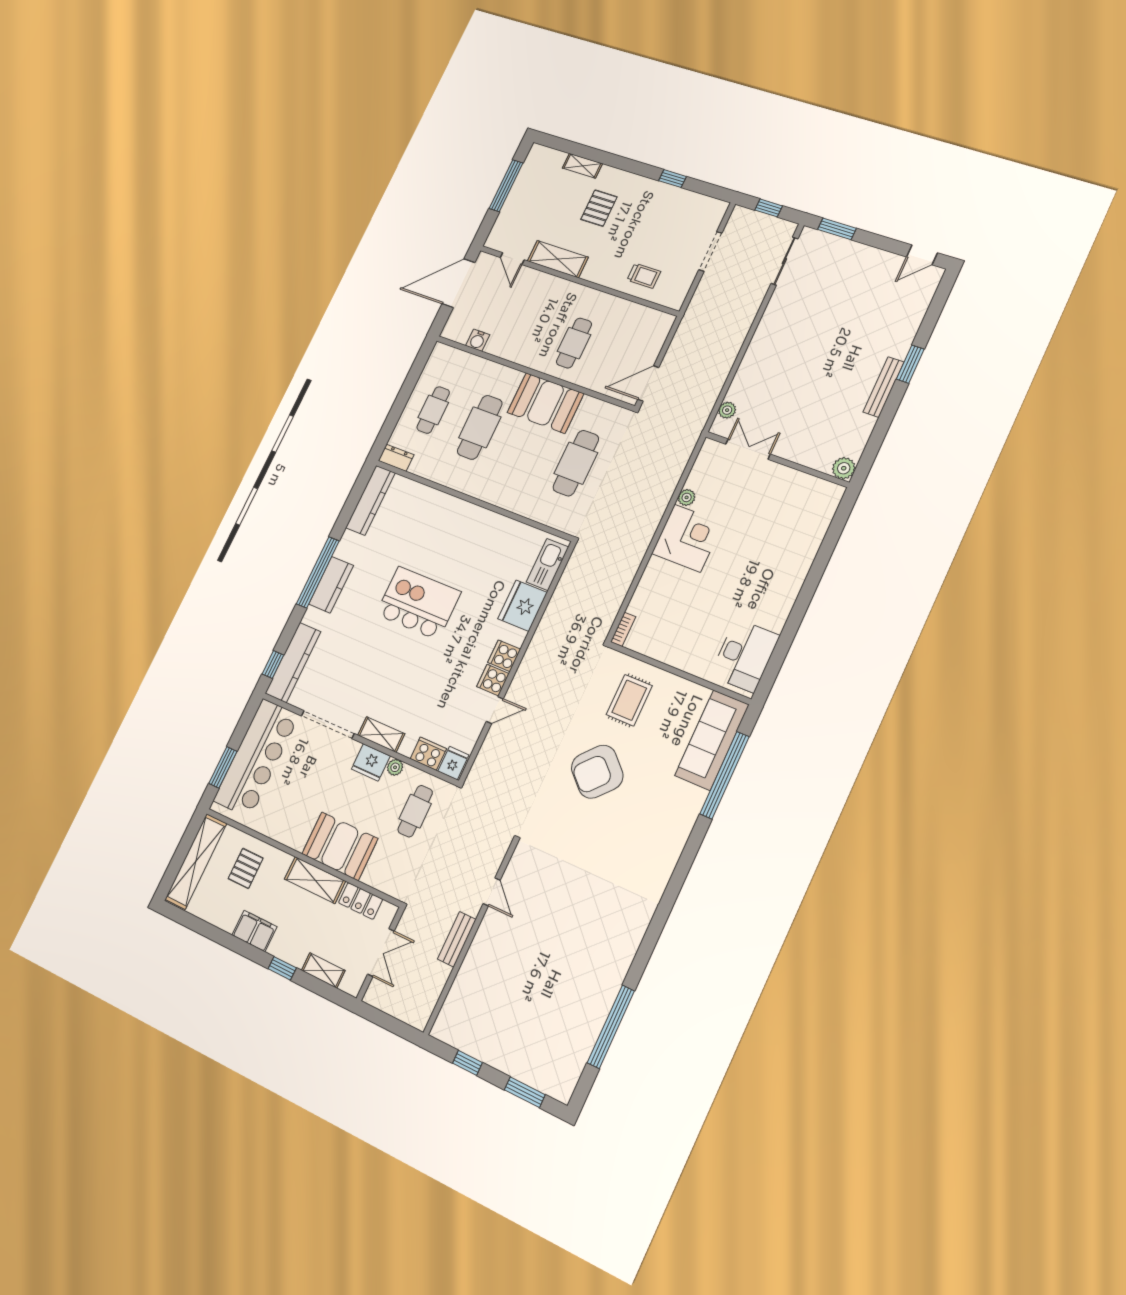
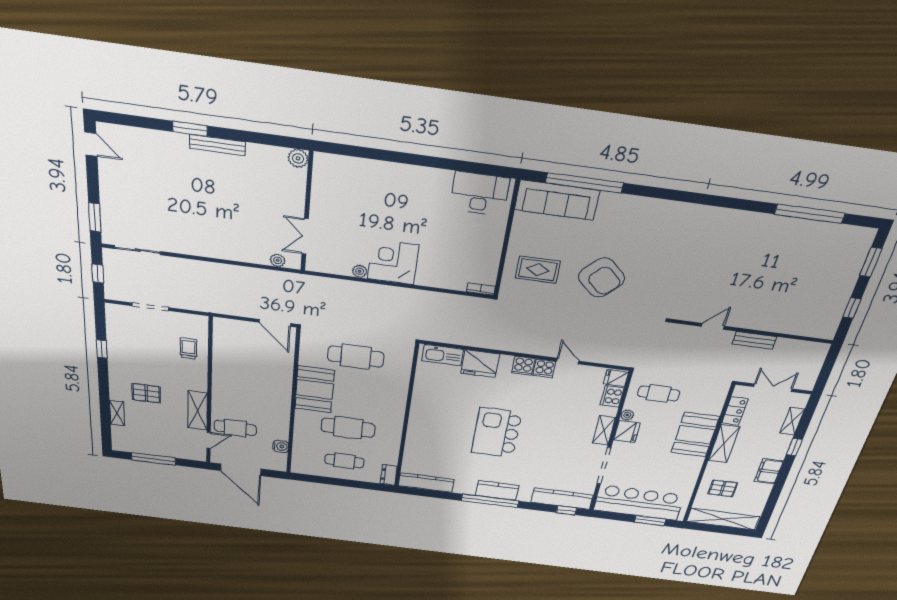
cafe table: (574, 343) -> (235, 428), moved

